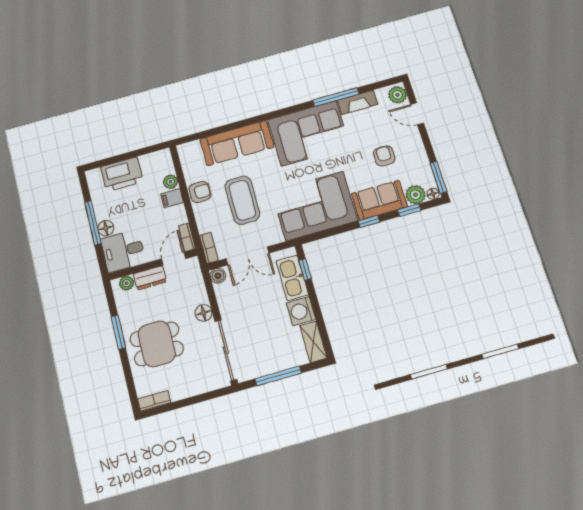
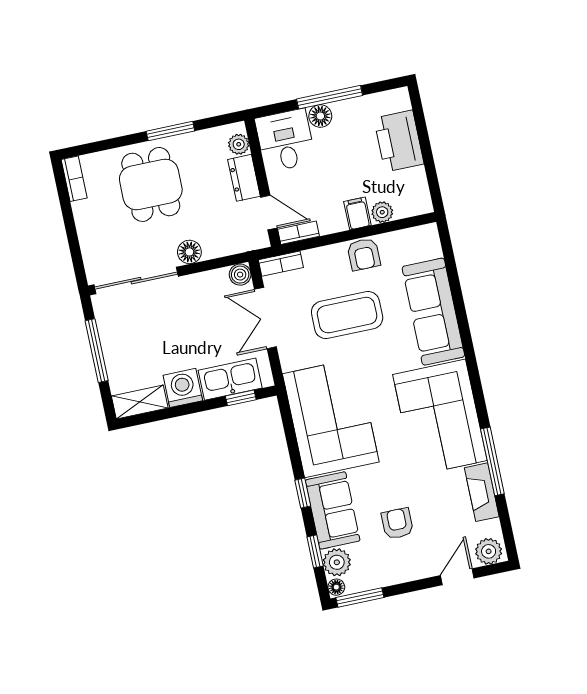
armchair: (384, 156) -> (397, 523), turned -90

